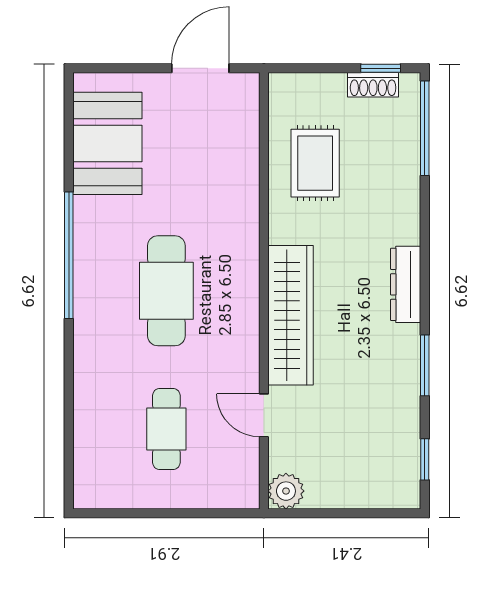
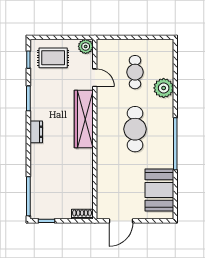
shoe rack: (373, 85) -> (82, 214), moved
rug: (315, 163) -> (53, 58), moved, turned 90
dresser: (406, 284) -> (36, 132), width x0.70
plant: (97, 390) -> (164, 88), added

